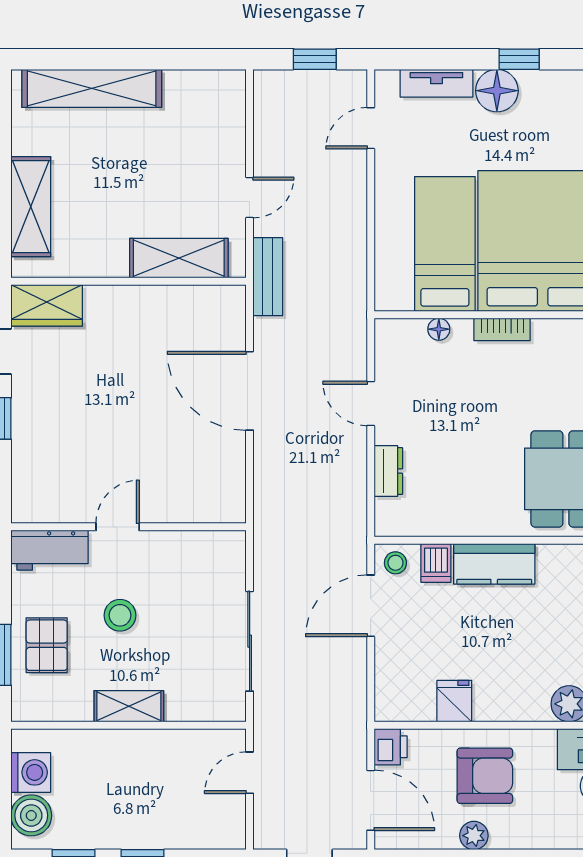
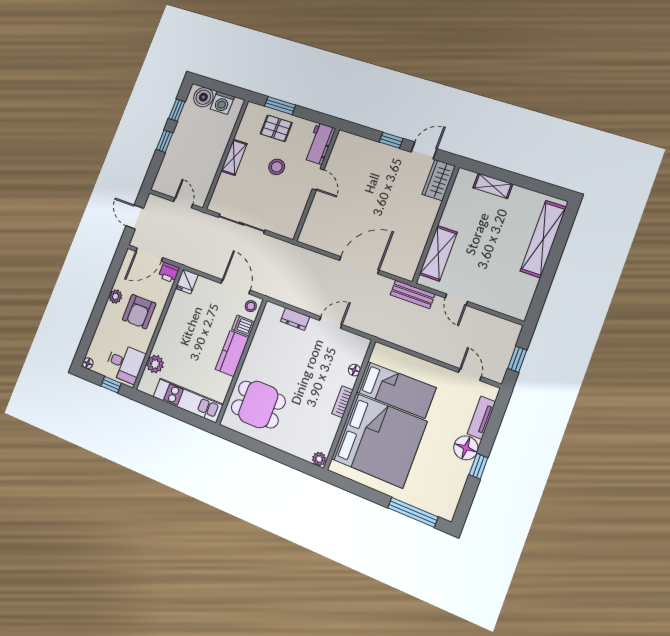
shelving: (31, 207) -> (493, 186), width x0.67, depth x0.75
fridge: (454, 701) -> (187, 282), moved, turned 90

